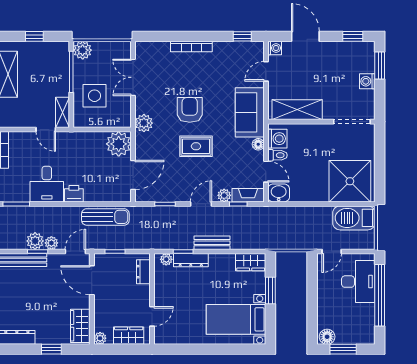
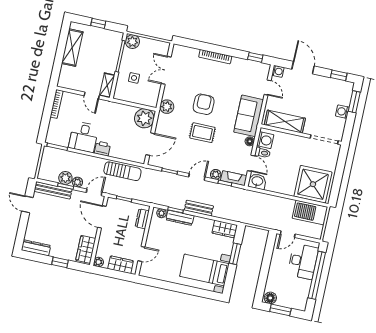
door: (266, 71) -> (268, 87), swing flipped
side table: (94, 96) -> (134, 78), width x0.54, depth x0.54

